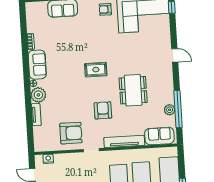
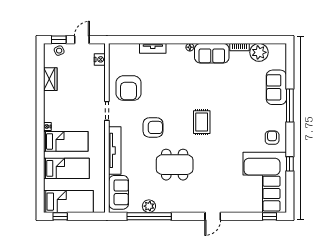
plant: (38, 95) -> (259, 52), moved

